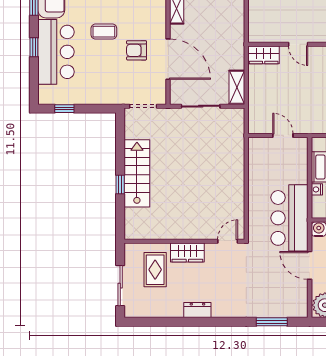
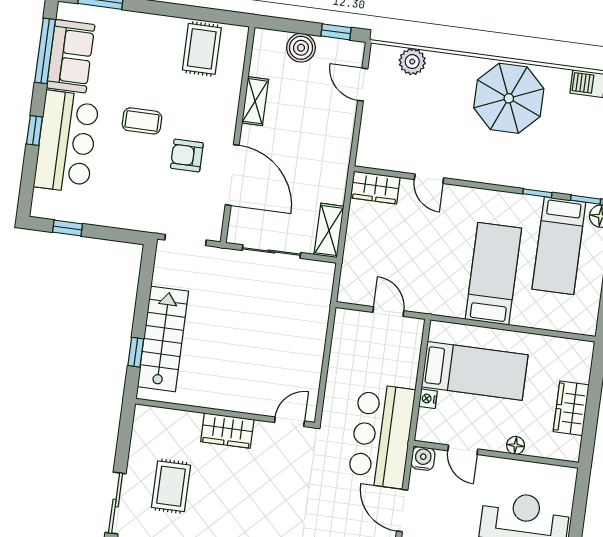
wall: (184, 241) -> (225, 413), moved
door: (228, 241) -> (289, 422), moved
wardrobe: (187, 252) -> (227, 431), moved

